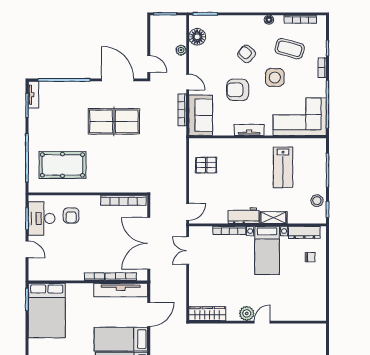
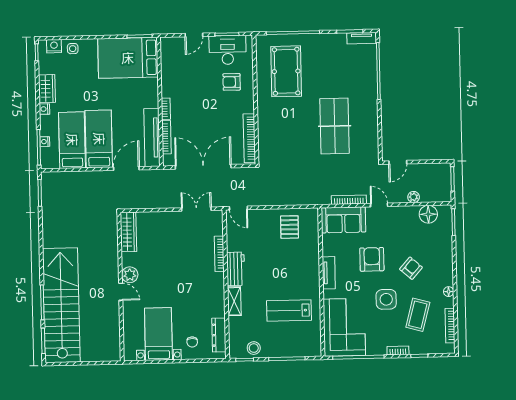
door: (118, 80) -> (380, 129), removed
door: (188, 82) -> (379, 205), swing flipped
bed with nightstands: (267, 250) -> (158, 334), moved, turned 90
door: (149, 314) -> (126, 169), swing flipped

